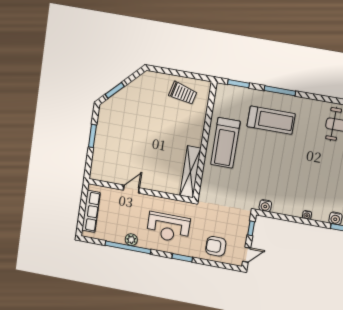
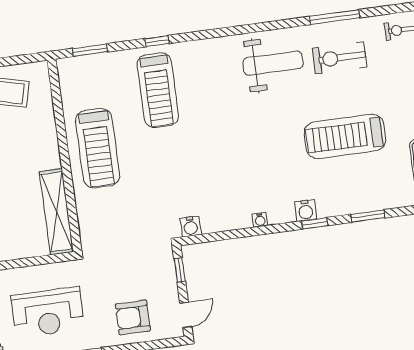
window: (280, 91) -> (157, 41), width x0.46
treadmill: (271, 120) -> (158, 90), turned 90

